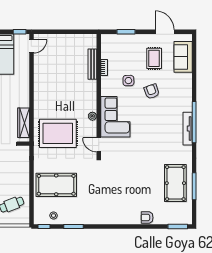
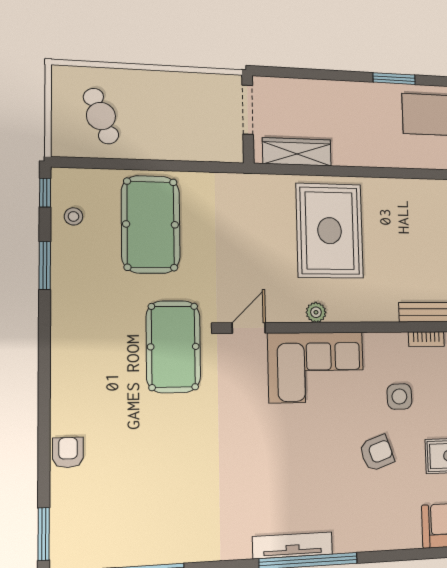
rug: (58, 133) -> (330, 231), moved
pool table: (175, 183) -> (173, 347), moved, turned 90

